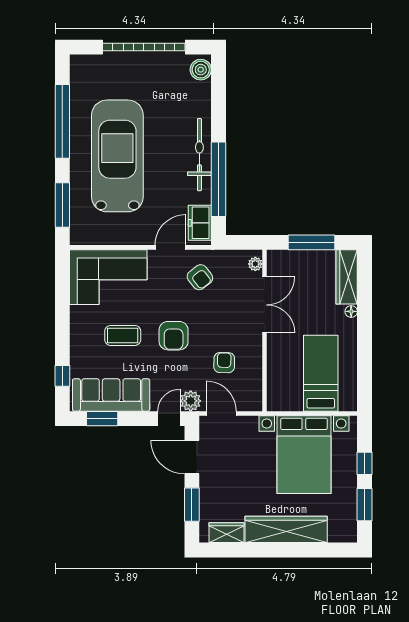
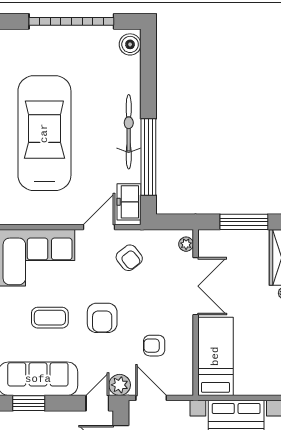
armchair: (224, 363) -> (154, 346), turned -91
bed: (321, 373) -> (215, 356), moved

